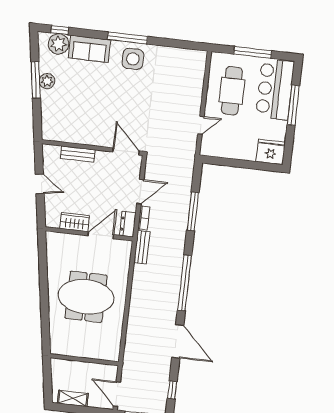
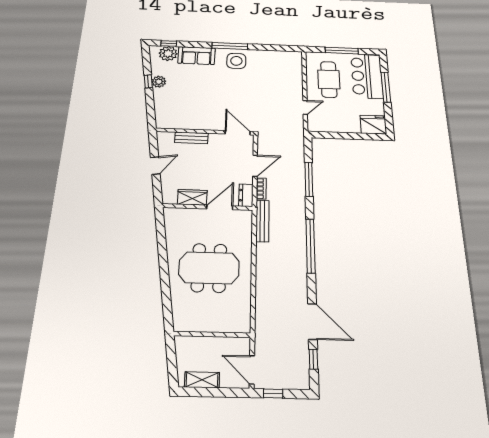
window: (36, 80) -> (148, 81), width x0.46
door: (40, 184) -> (155, 166), hinge flipped
bench: (142, 247) -> (262, 221), width x1.36
door: (178, 341) -> (312, 321), moved

